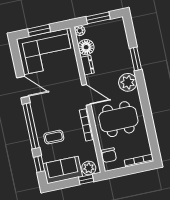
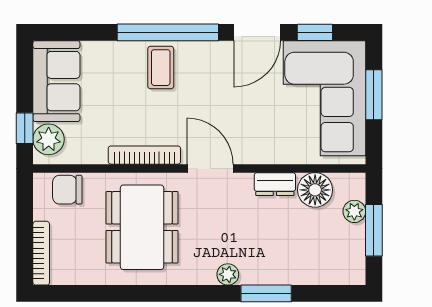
plant: (80, 31) -> (354, 211), moved
plant: (128, 82) -> (228, 274), width x0.53, depth x0.53
door: (86, 95) -> (210, 168), swing flipped
coffee table: (54, 137) -> (161, 68), moved
window: (39, 164) -> (315, 32), moved

